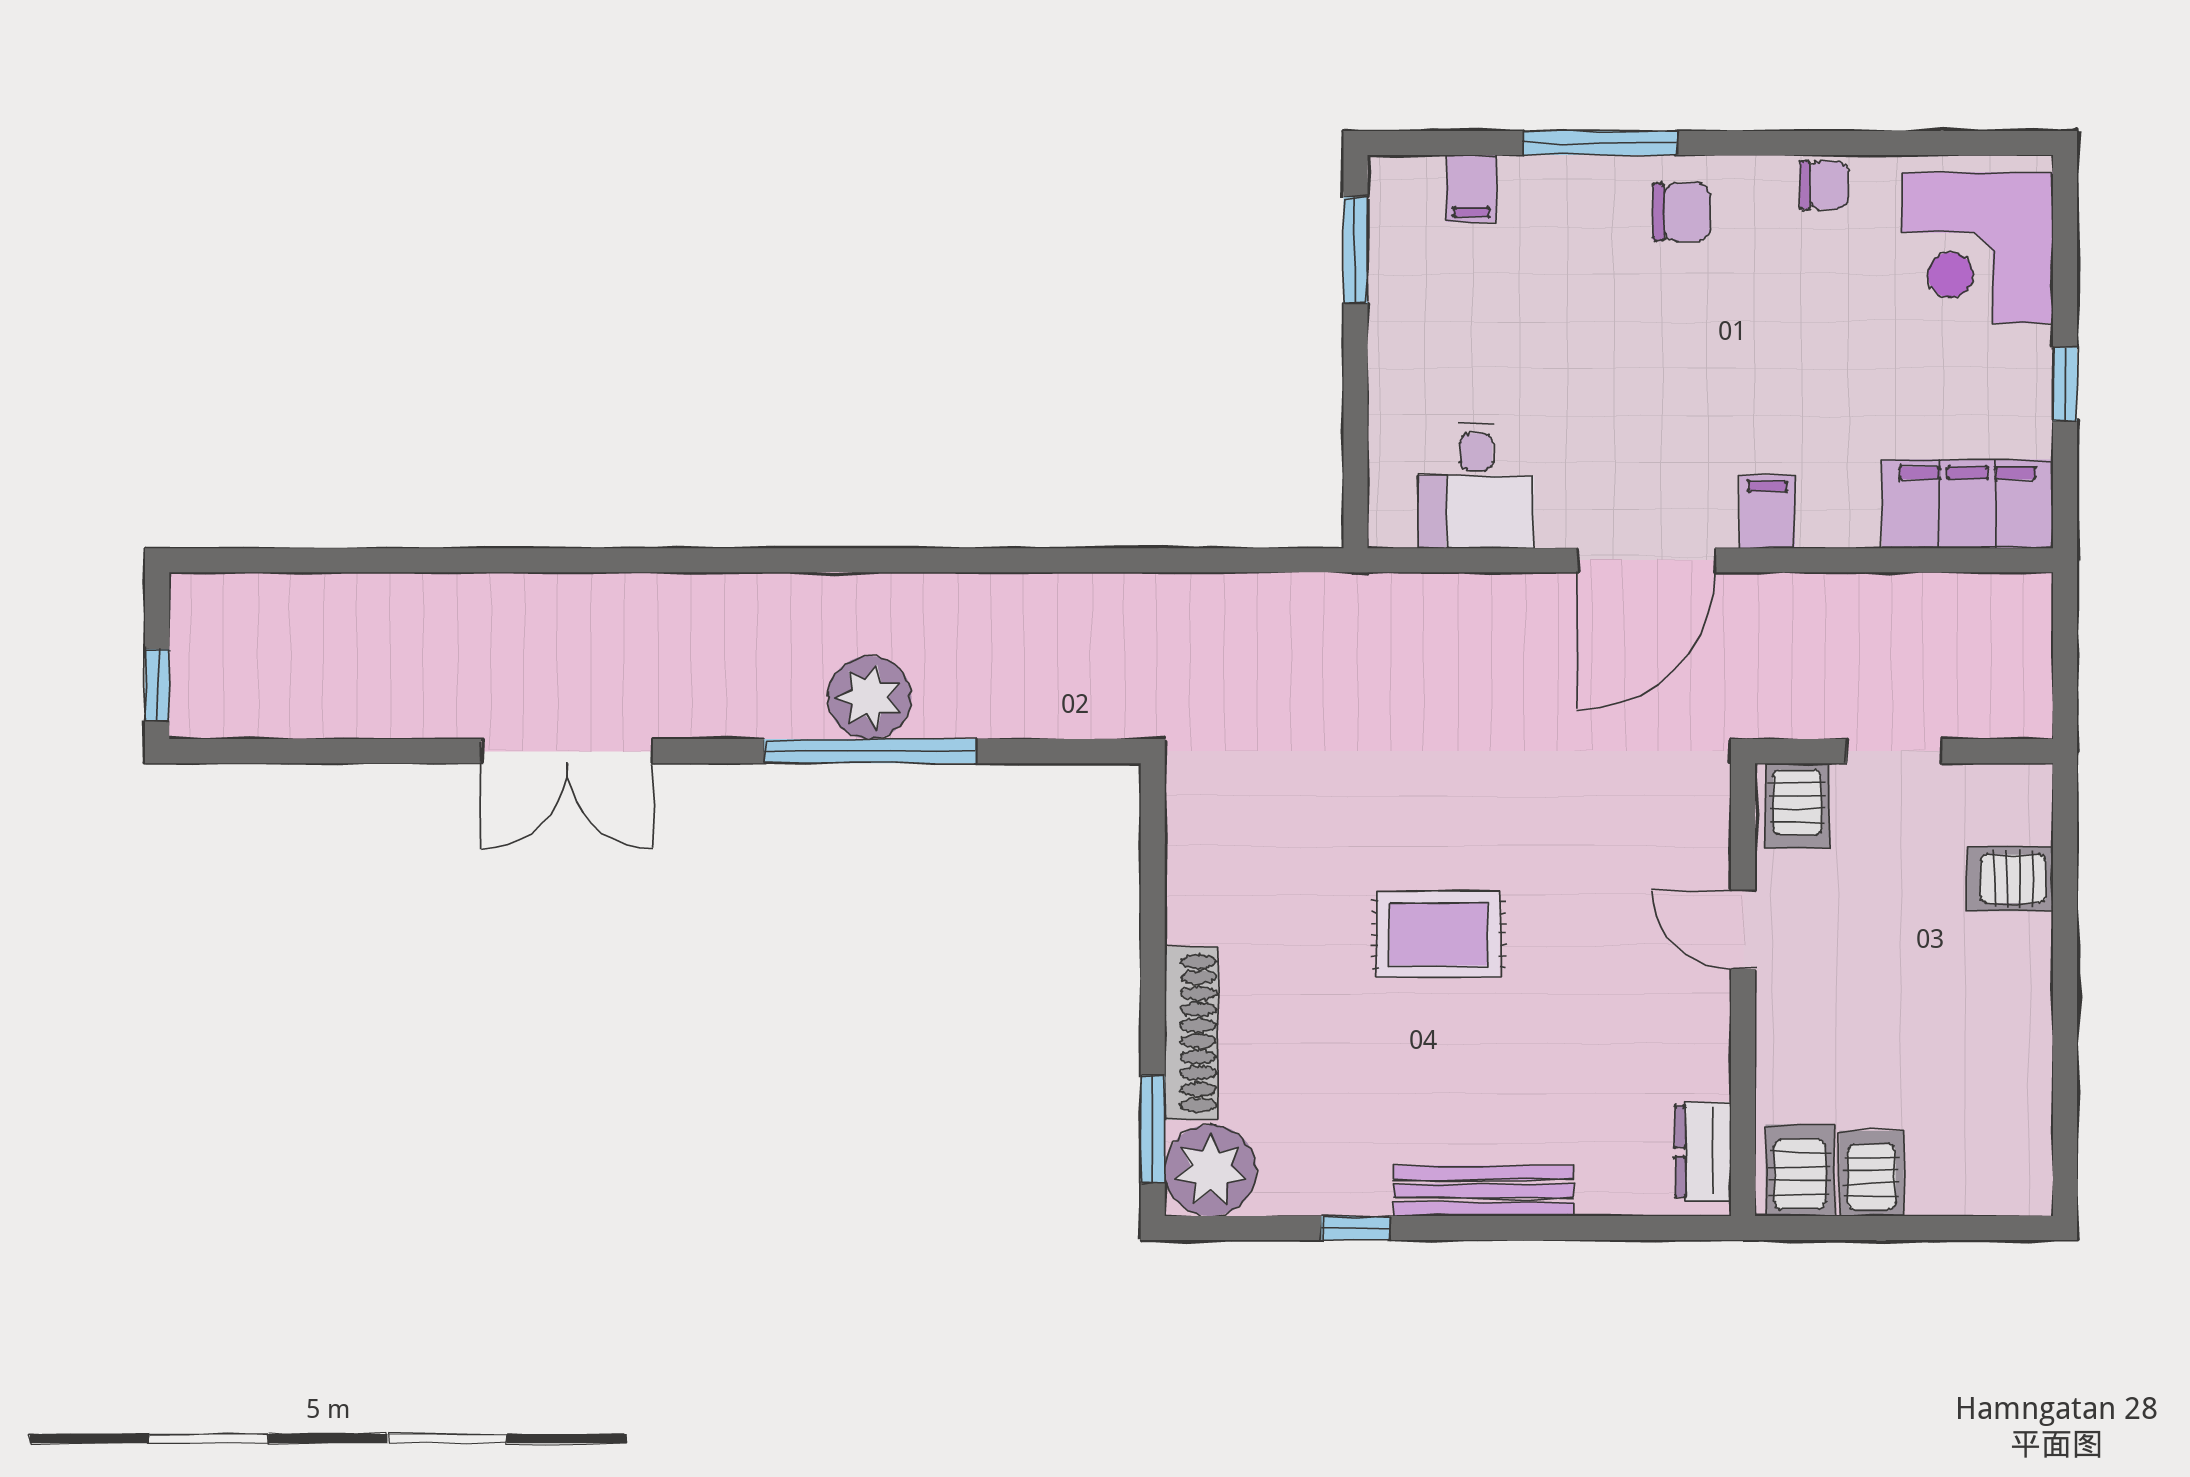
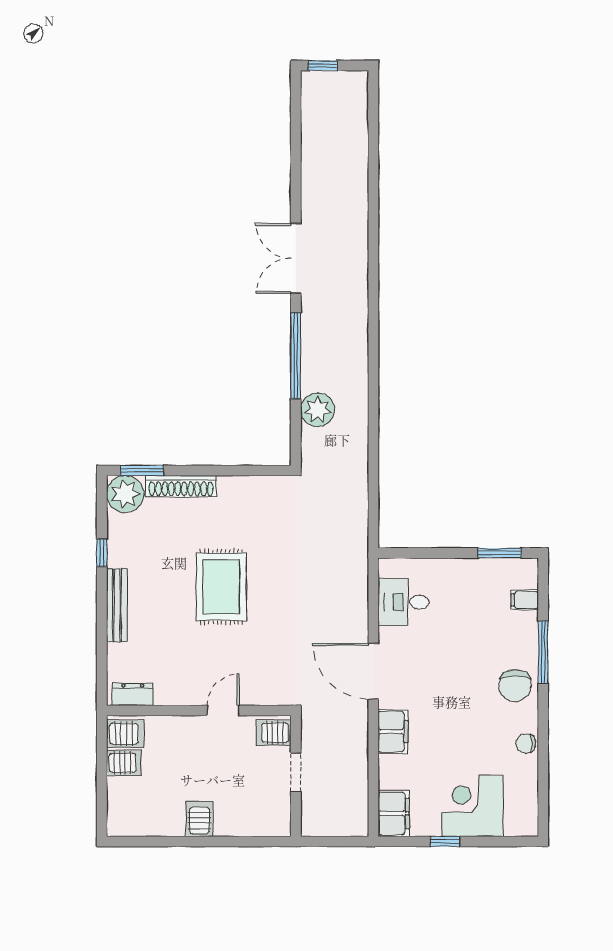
chair: (1824, 185) -> (526, 743), turned 90
chair: (1682, 212) -> (515, 686), width x1.37, depth x1.37
corner desk: (1978, 248) -> (473, 806), moved
filing cabinet: (1967, 504) -> (394, 813), width x0.67, depth x0.86
filing cabinet: (1767, 512) -> (393, 732), width x2.00
plant: (870, 698) -> (318, 410), moved
double door: (567, 751) -> (296, 258), moved
server rack: (2010, 879) -> (199, 819), moved
rug: (1439, 934) -> (221, 587), width x1.36, depth x1.43

